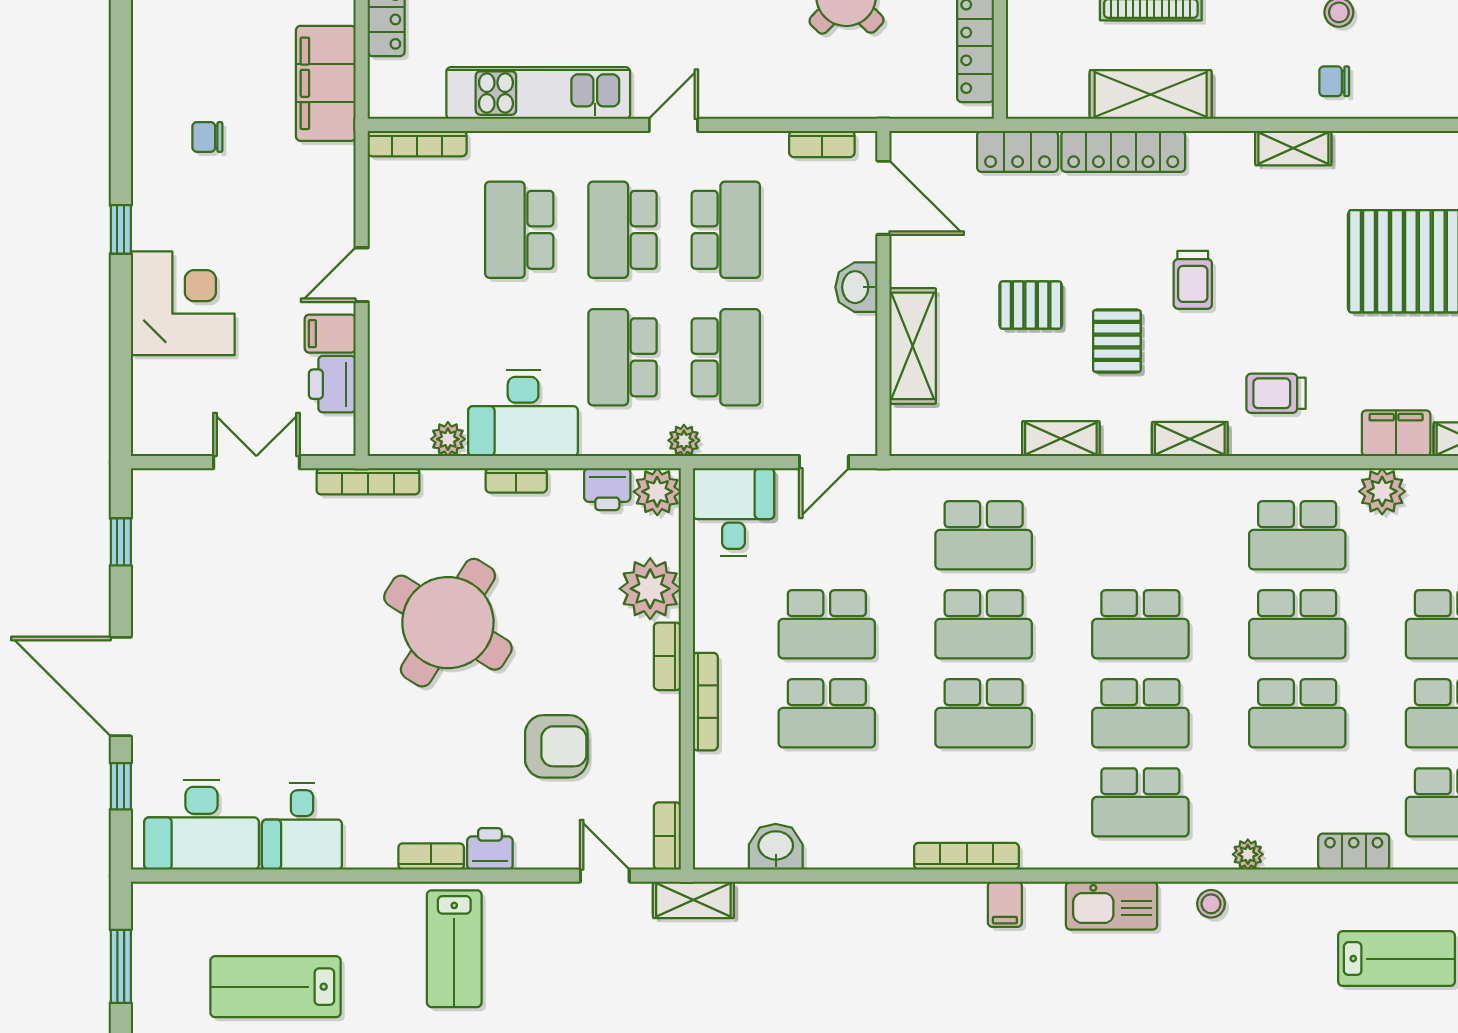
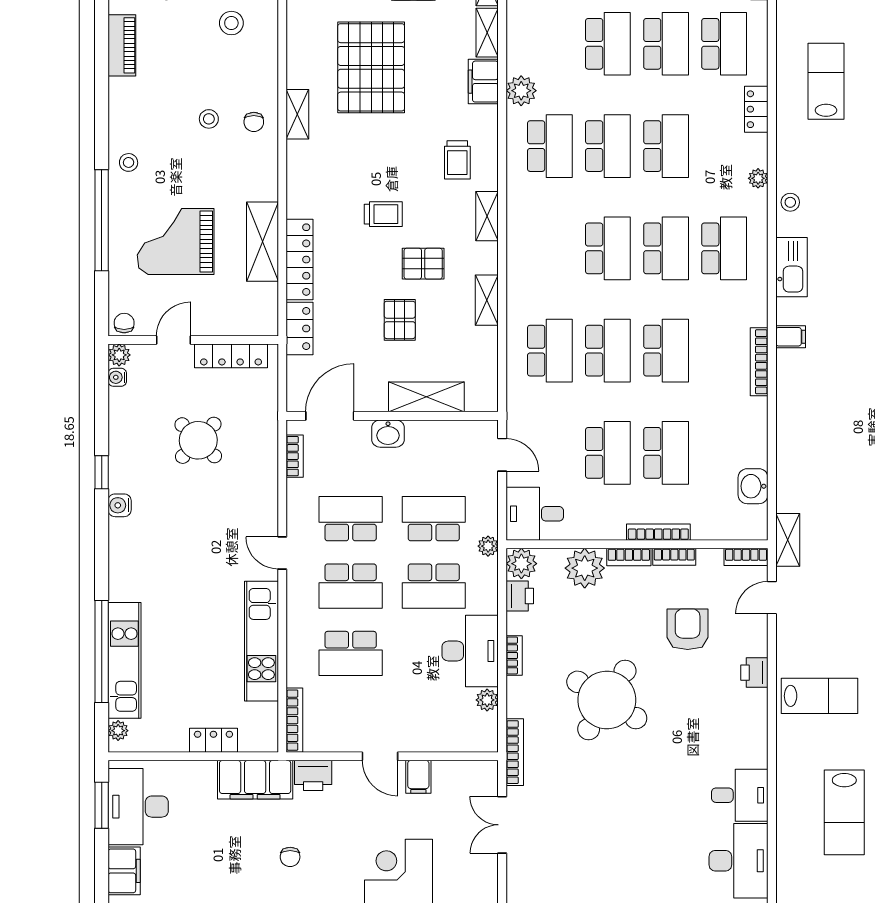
shelving: (1293, 148) -> (297, 114), moved
printer: (332, 384) -> (313, 775), moved
bookcase: (431, 856) -> (674, 557), moved, turned -90

